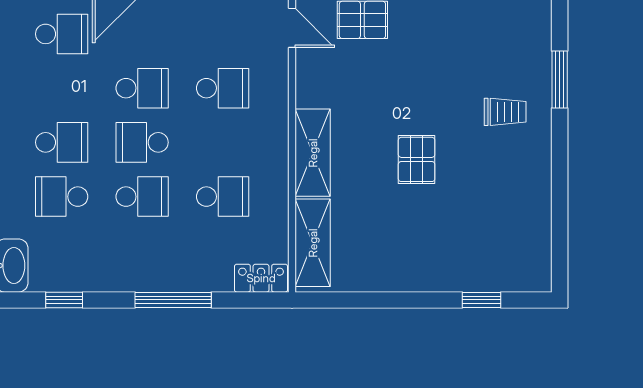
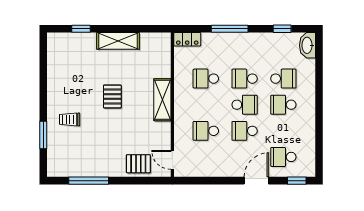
shelving: (313, 243) -> (118, 41), moved, turned 90

